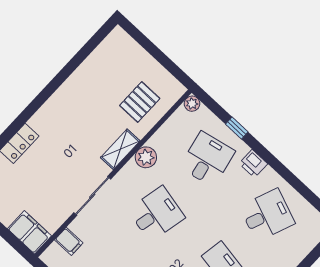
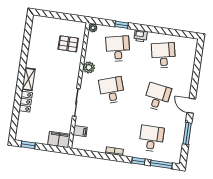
pallet: (140, 102) -> (68, 44), turned 90
shelving: (120, 149) -> (29, 79), moved
desk: (156, 214) -> (112, 90), turned -30
desk: (267, 215) -> (163, 55), turned -33

